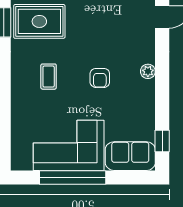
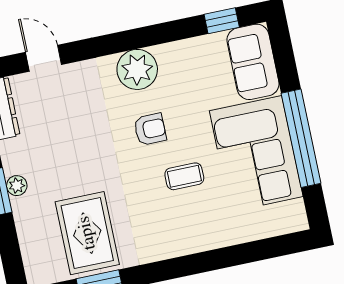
plant: (148, 71) -> (137, 69), width x1.88, depth x1.88
coffee table: (49, 77) -> (184, 176), moved

